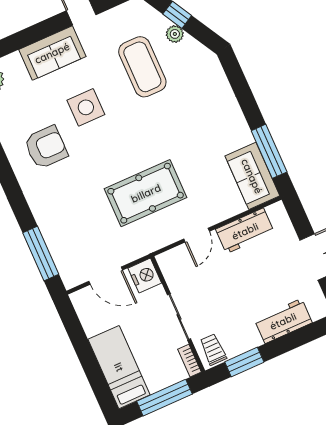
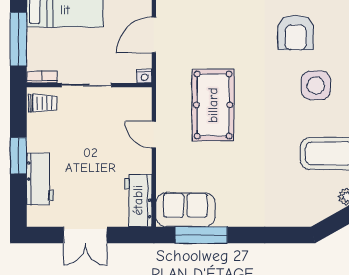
workbench: (245, 231) -> (138, 200), moved
nightstand: (145, 276) -> (145, 76), width x0.53, depth x0.56
window: (244, 362) -> (18, 156), moved

